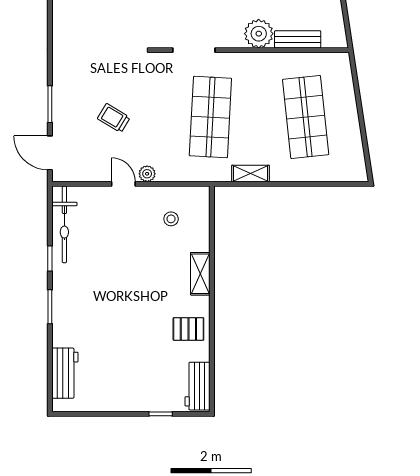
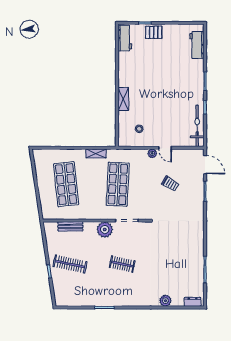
plant: (259, 34) -> (105, 230), moved
pallet: (188, 329) -> (154, 32), moved

